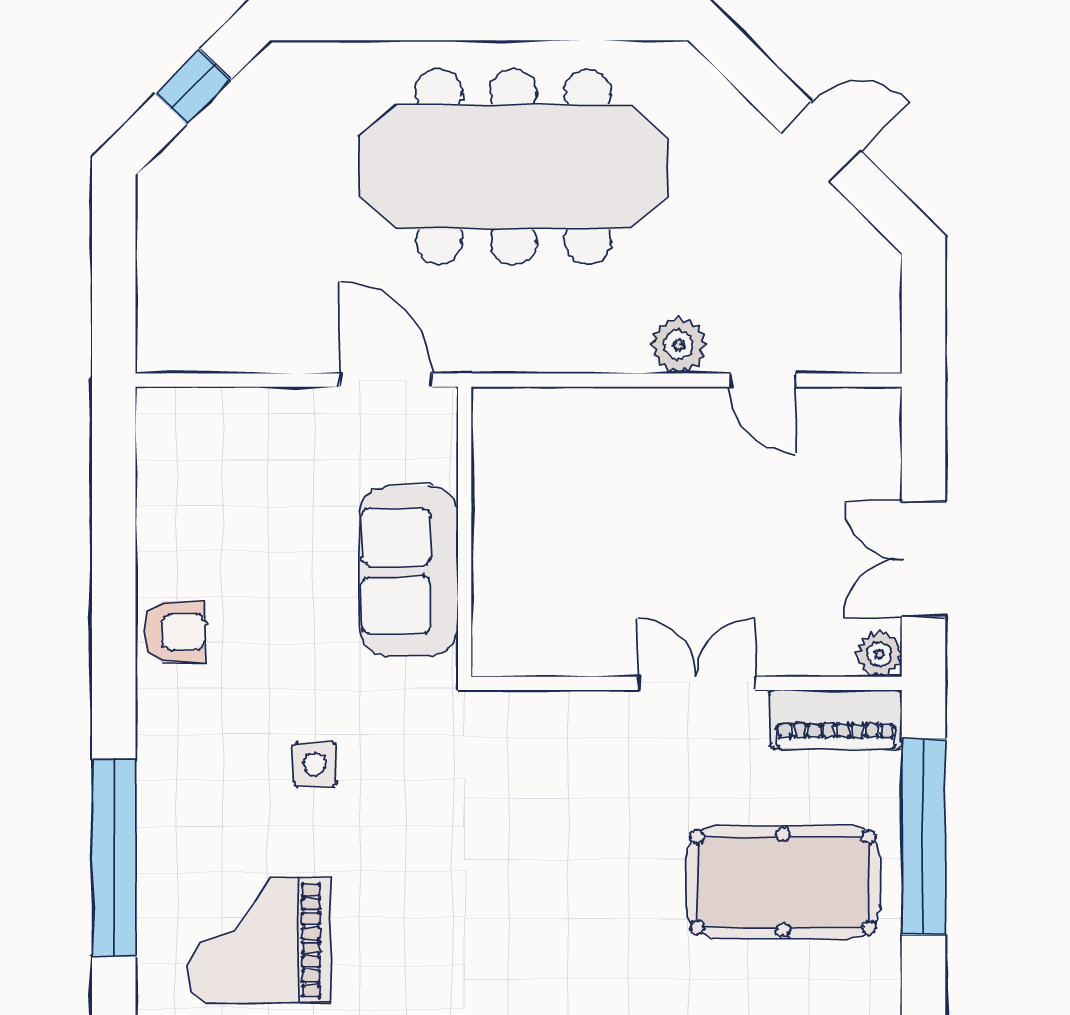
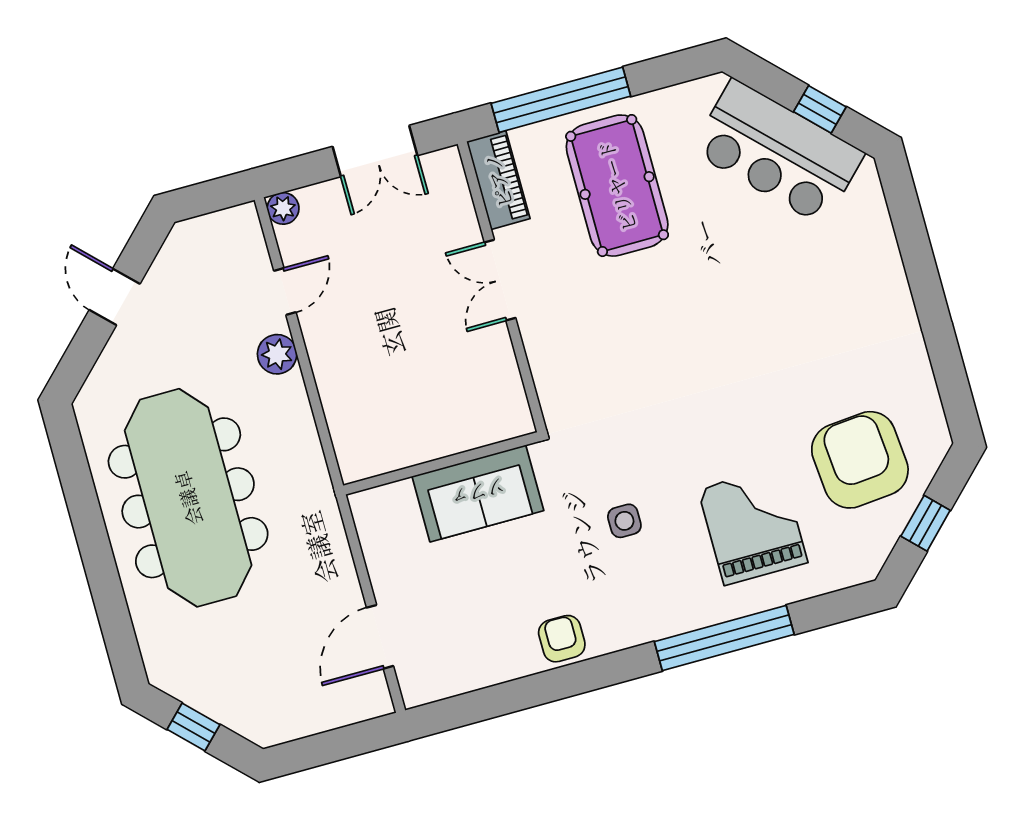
door: (386, 380) -> (380, 637), moved
plant: (879, 654) -> (283, 208), moved
grand piano: (259, 940) -> (753, 526), turned 180

